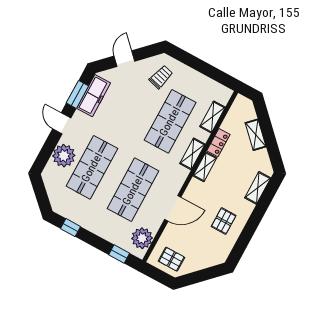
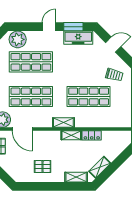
shelving: (212, 117) -> (106, 123), removed
shelving: (256, 135) -> (100, 167), moved
shelving: (192, 154) -> (63, 123), moved
plant: (64, 156) -> (18, 39), moved
door: (173, 208) -> (22, 129), moved

